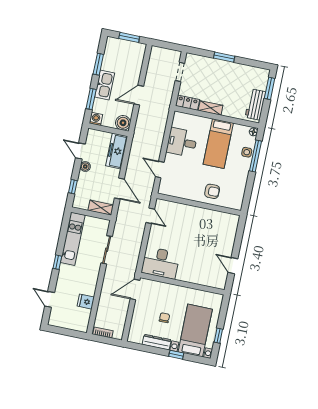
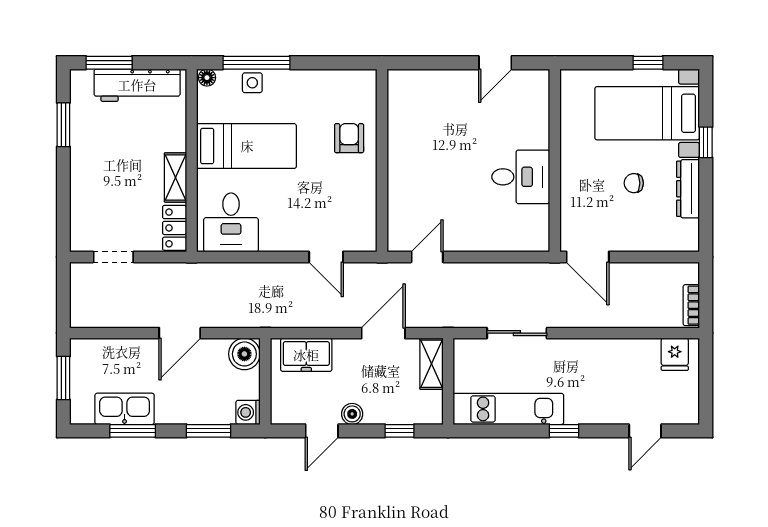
window: (224, 57) -> (63, 125), moved
kitchen sink: (105, 85) -> (125, 409), moved
door: (139, 95) -> (180, 333), hinge flipped
workbench: (255, 104) -> (137, 85), width x1.38
desk: (182, 142) -> (231, 222), moved
freezer: (117, 151) -> (306, 355), width x0.71
door: (160, 169) -> (326, 257), hinge flipped
desk: (160, 263) -> (521, 177), moved, width x0.73
fridge: (86, 302) -> (675, 354), moved

